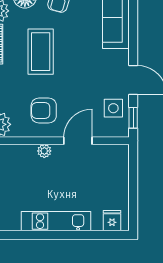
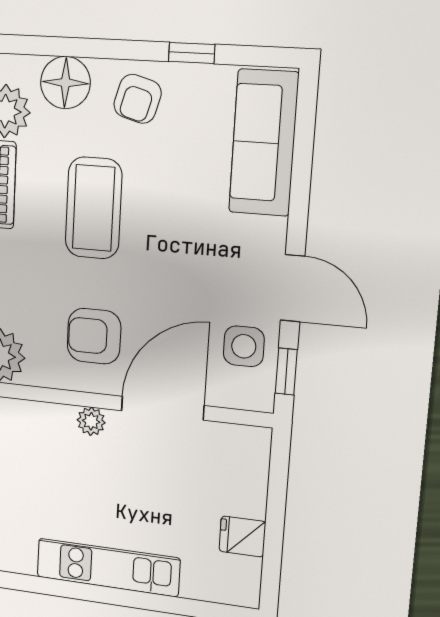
door: (78, 141) -> (163, 408), width x1.36
fridge: (112, 221) -> (242, 536), moved, turned -90

